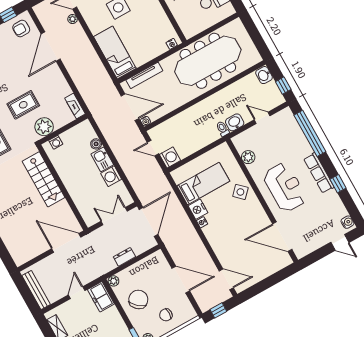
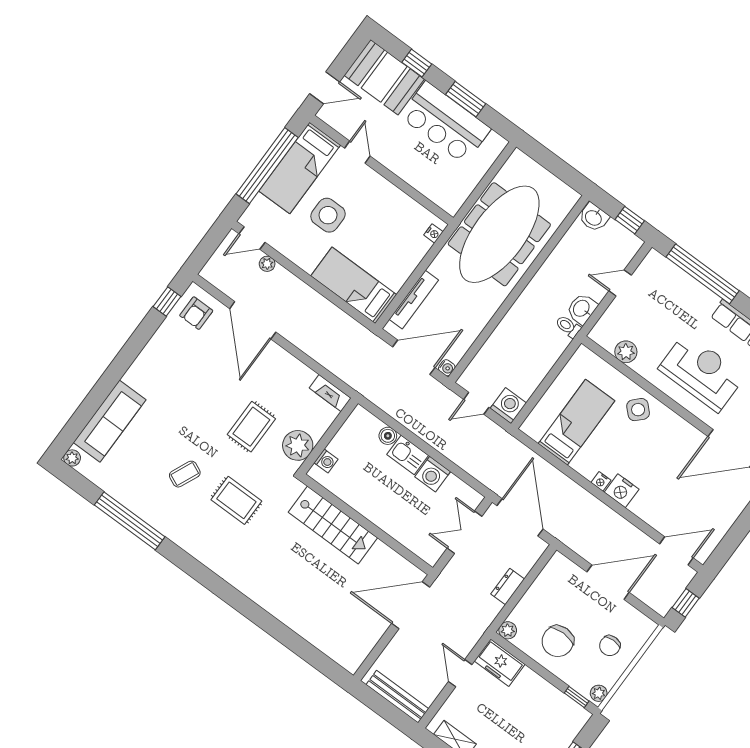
nightstand: (198, 209) -> (622, 491), moved
chair: (138, 299) -> (558, 641), turned -131

